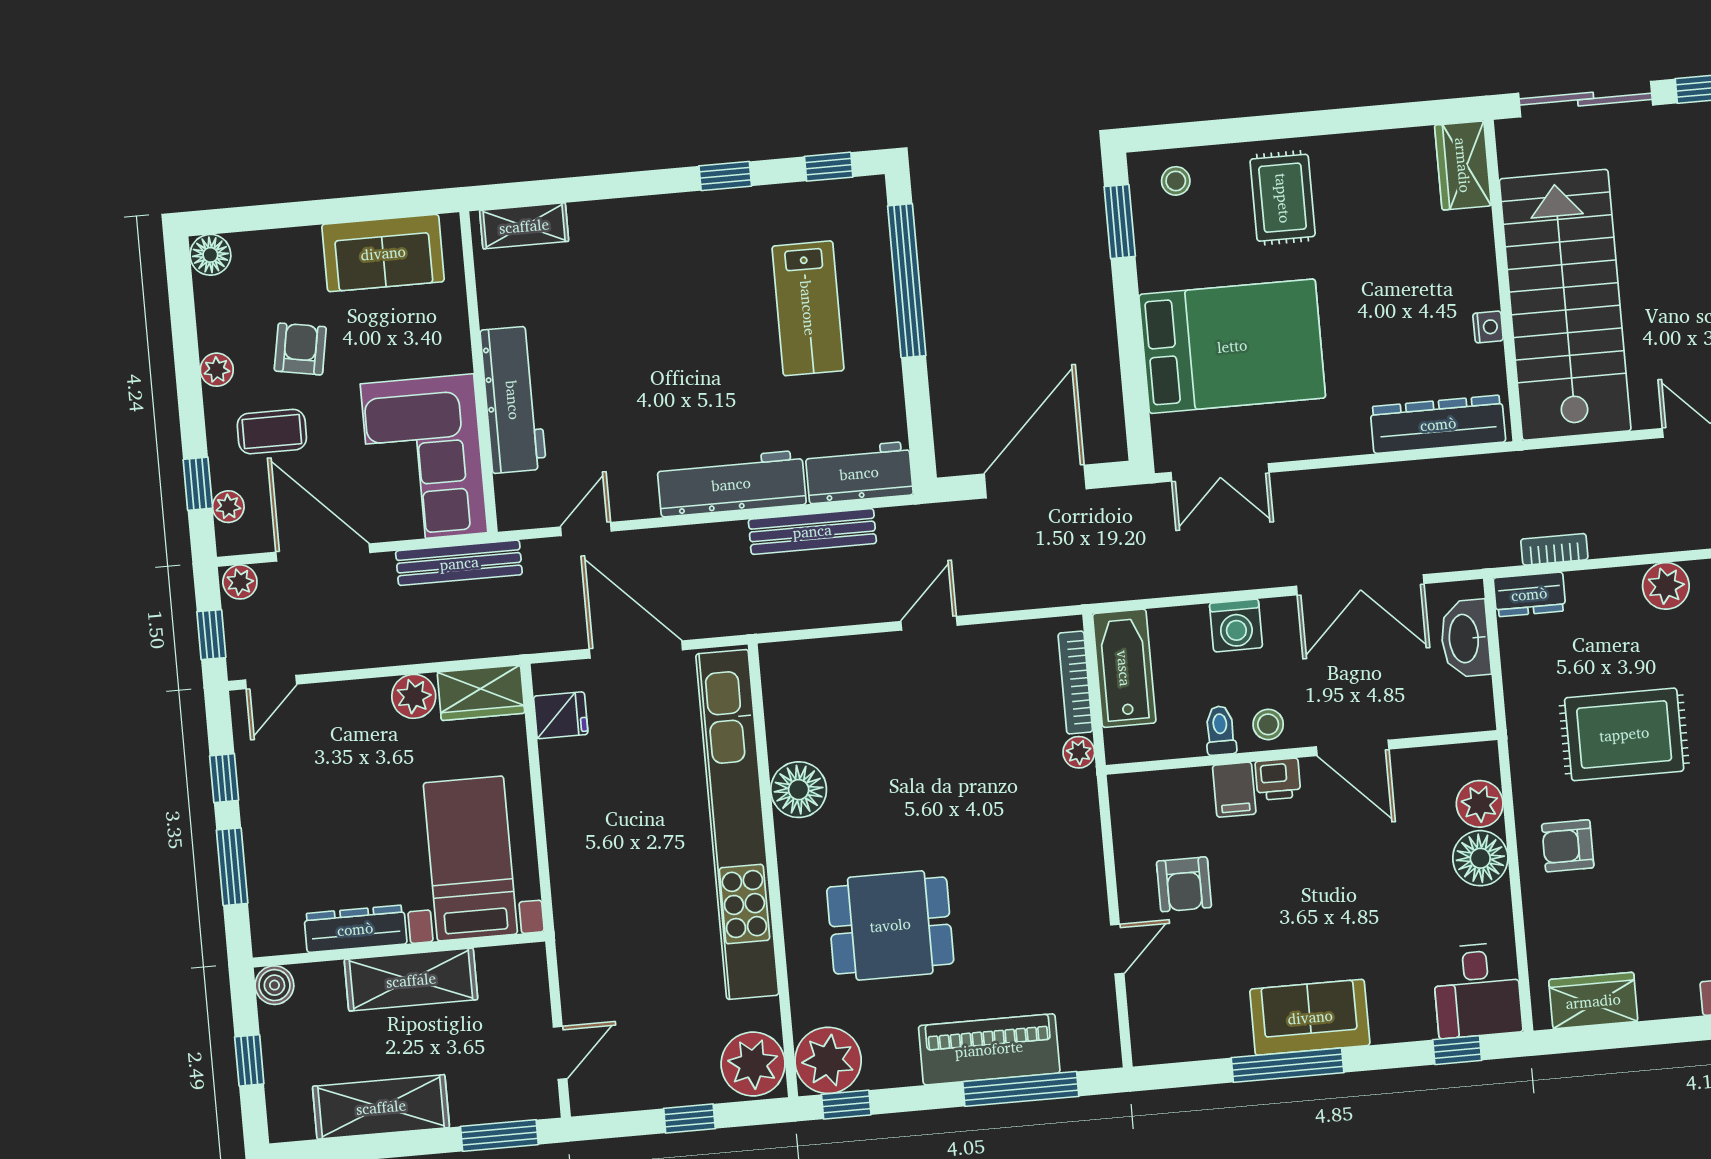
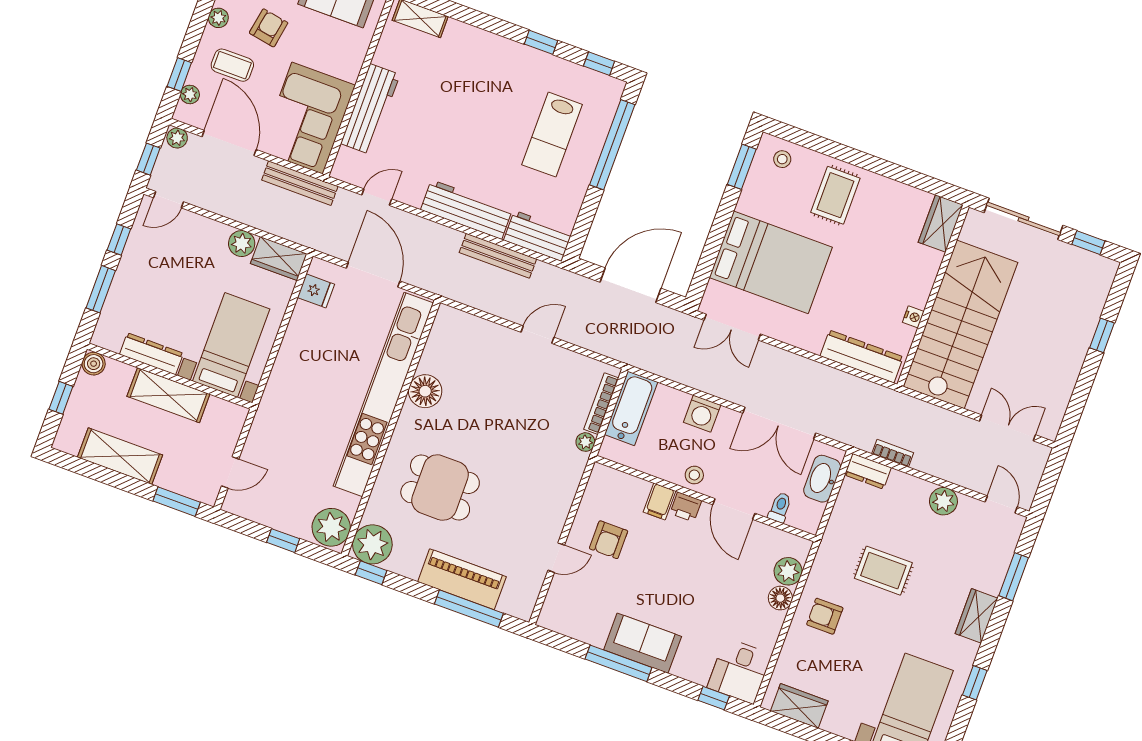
toilet: (1220, 730) -> (780, 507), moved
rug: (1624, 734) -> (883, 571), width x0.73, depth x0.70
floor lamp: (1480, 858) -> (780, 598), width x0.73, depth x0.73

